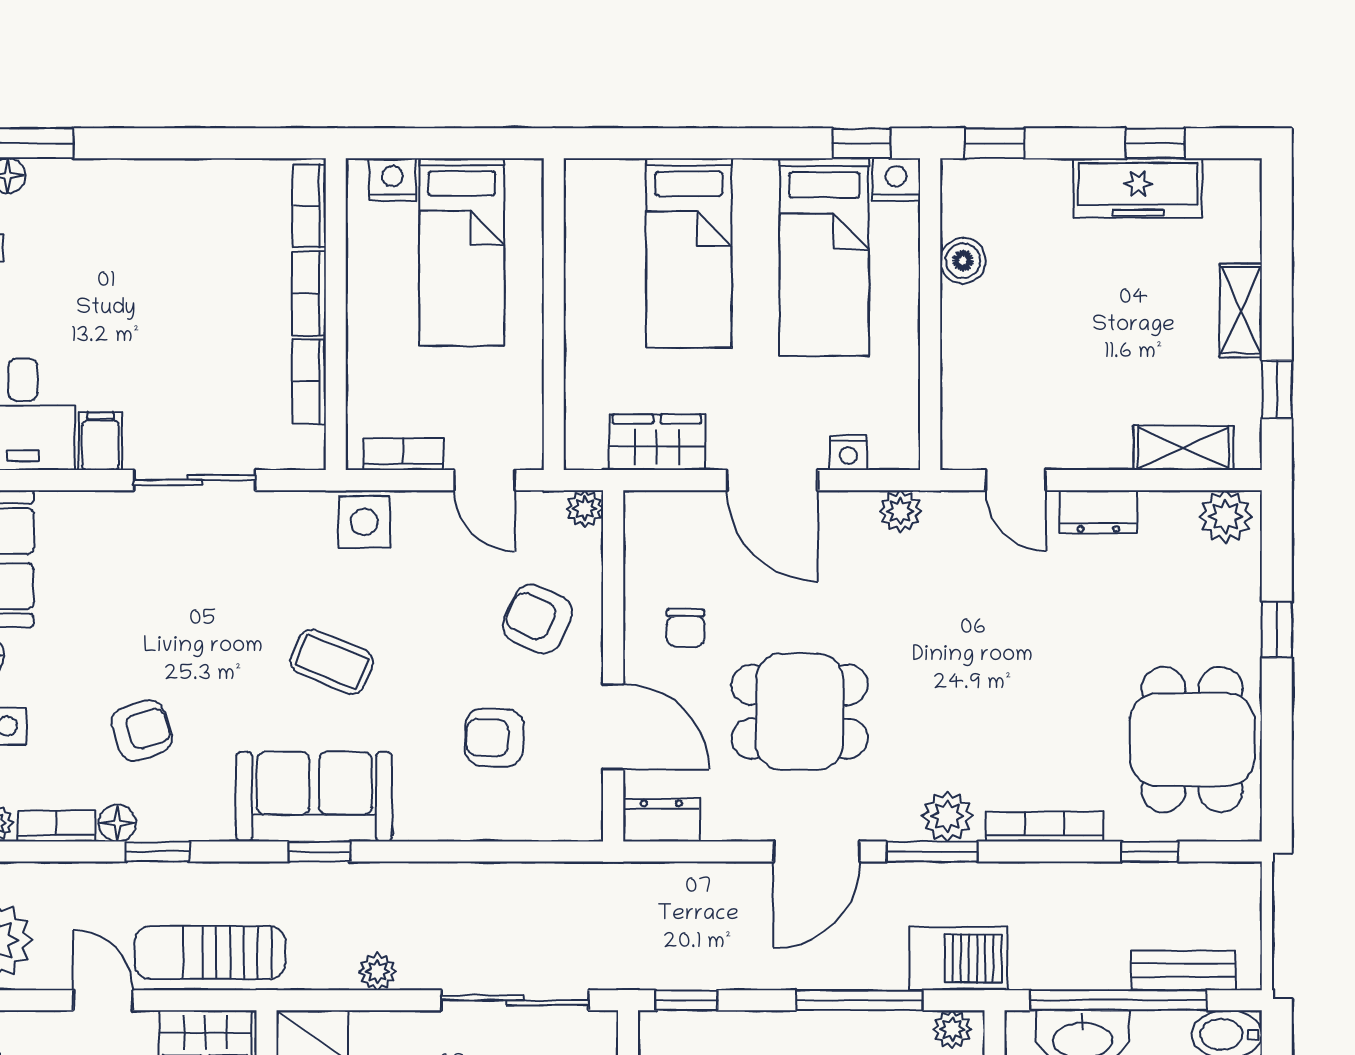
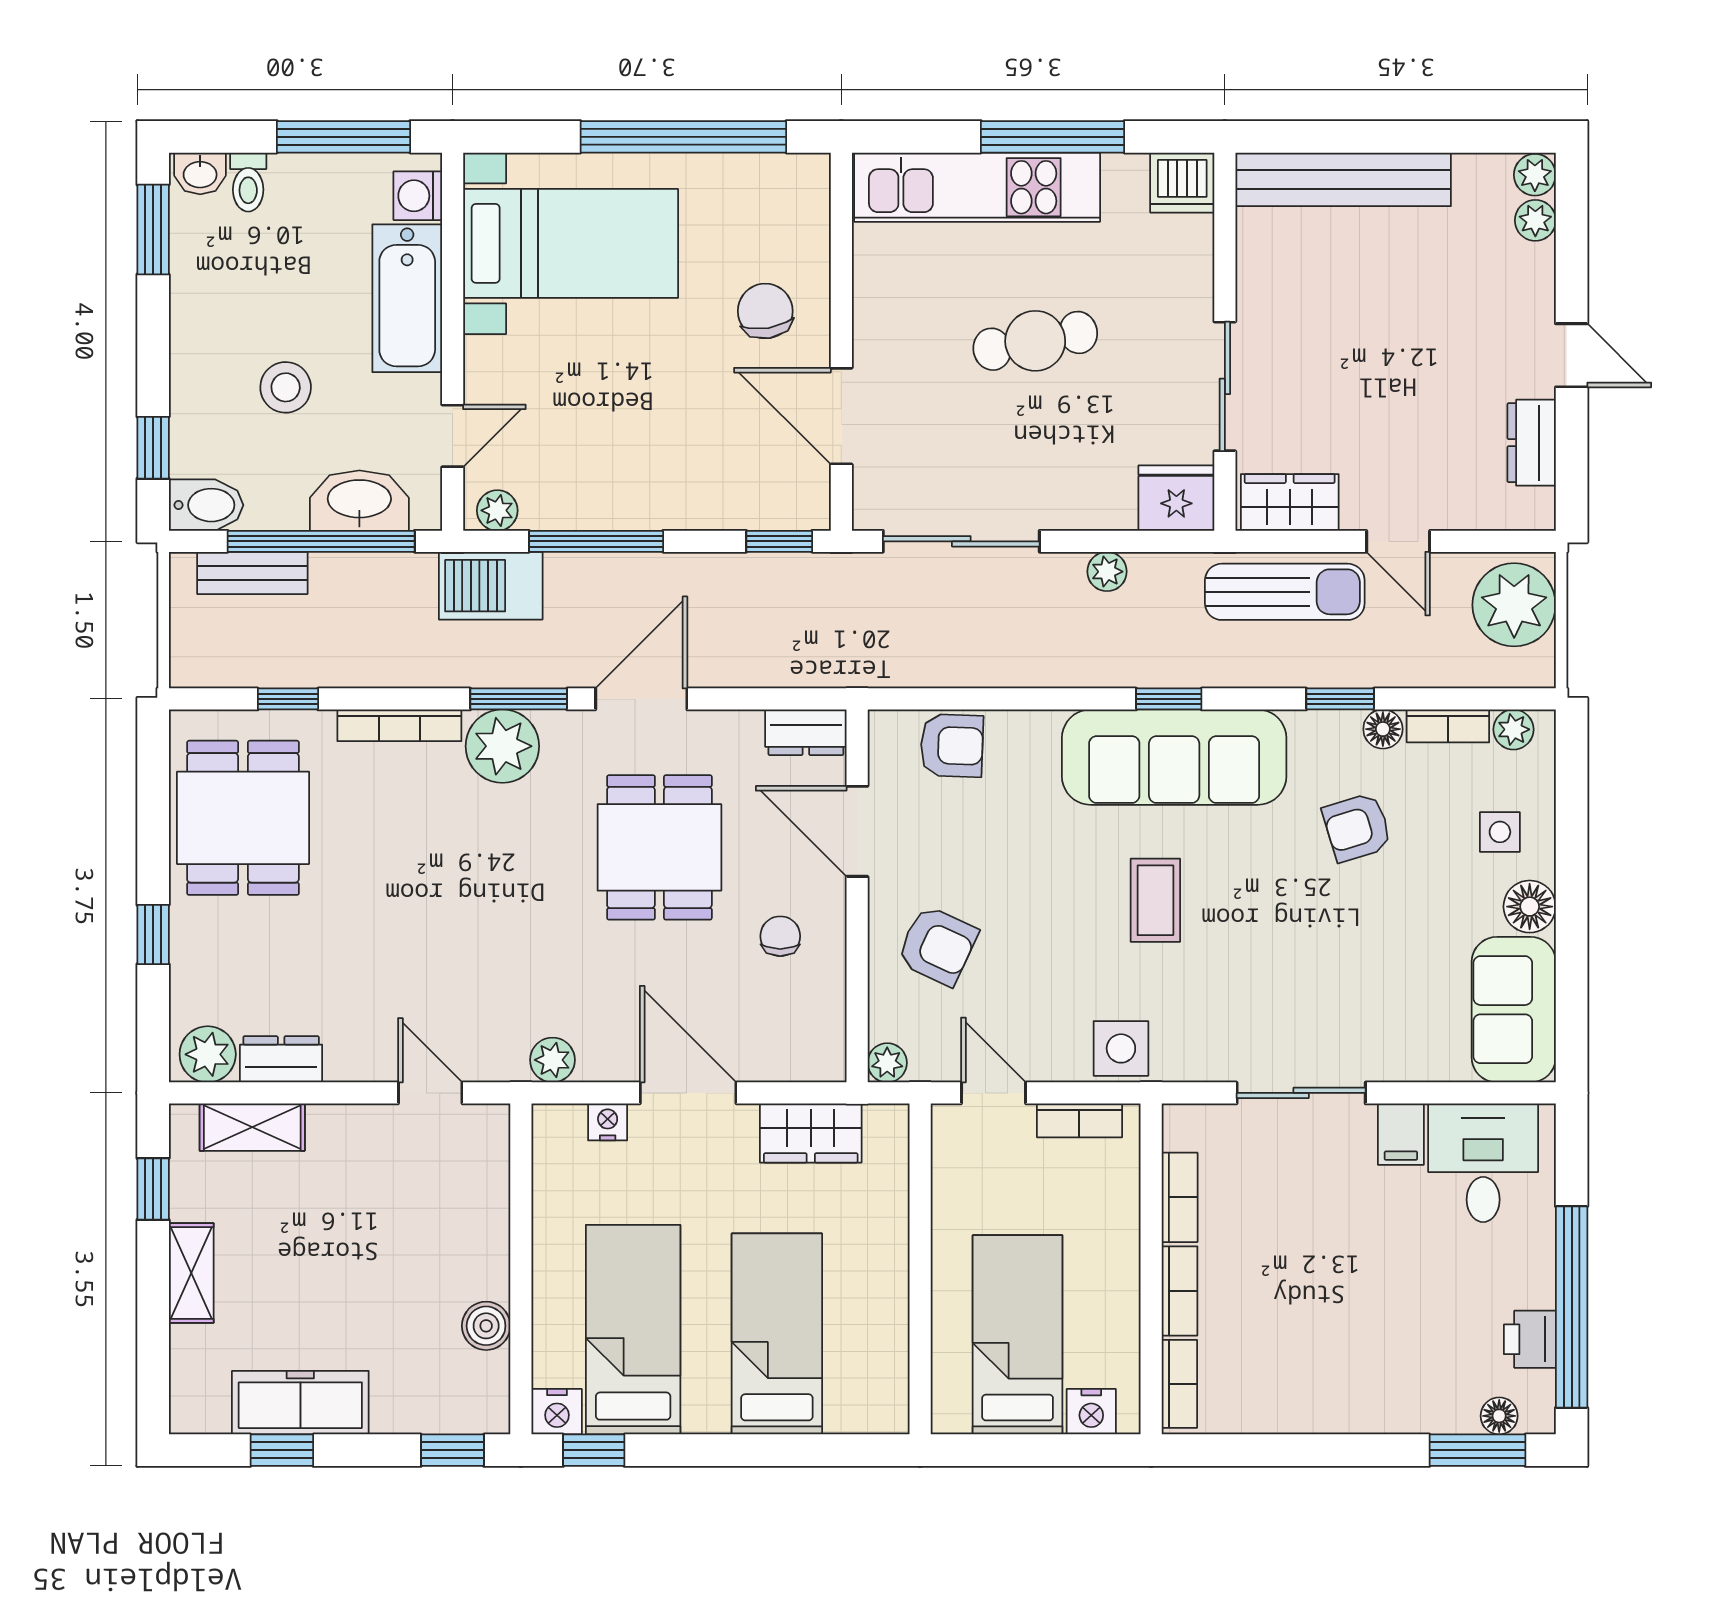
dresser: (1098, 512) -> (281, 1059), moved
coffee table: (332, 662) -> (1155, 900), turned 68
dining table: (799, 712) -> (659, 847), turned 90
armchair: (494, 738) -> (952, 746), moved
sofa: (314, 797) -> (1174, 757), width x1.36
plant: (948, 816) -> (502, 746), width x1.36, depth x1.36

